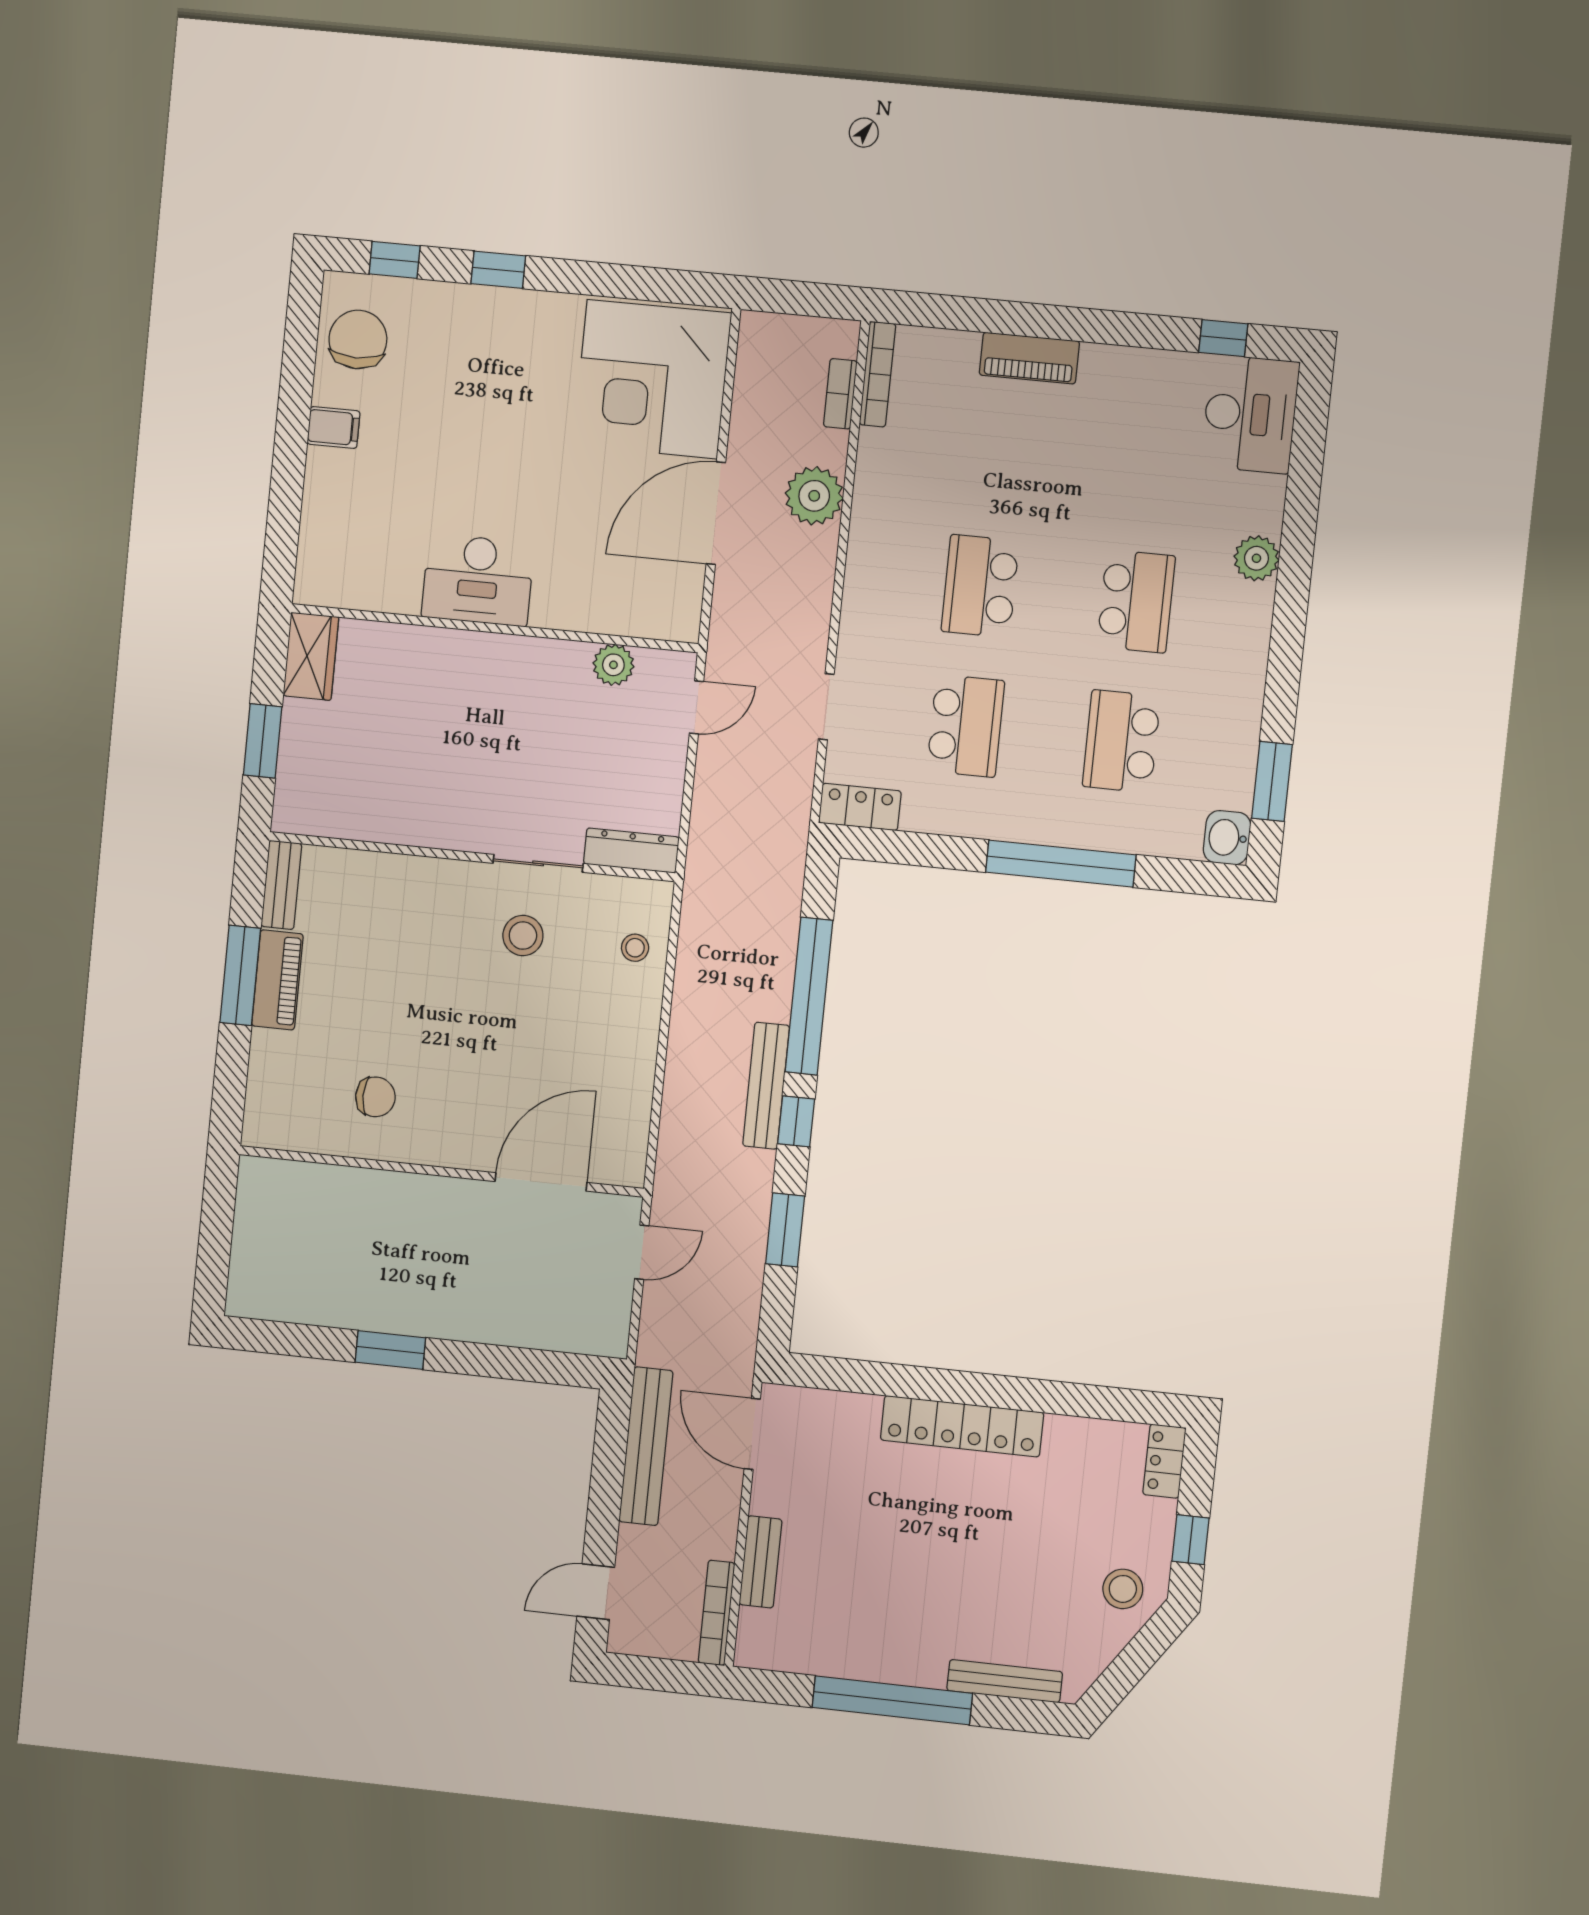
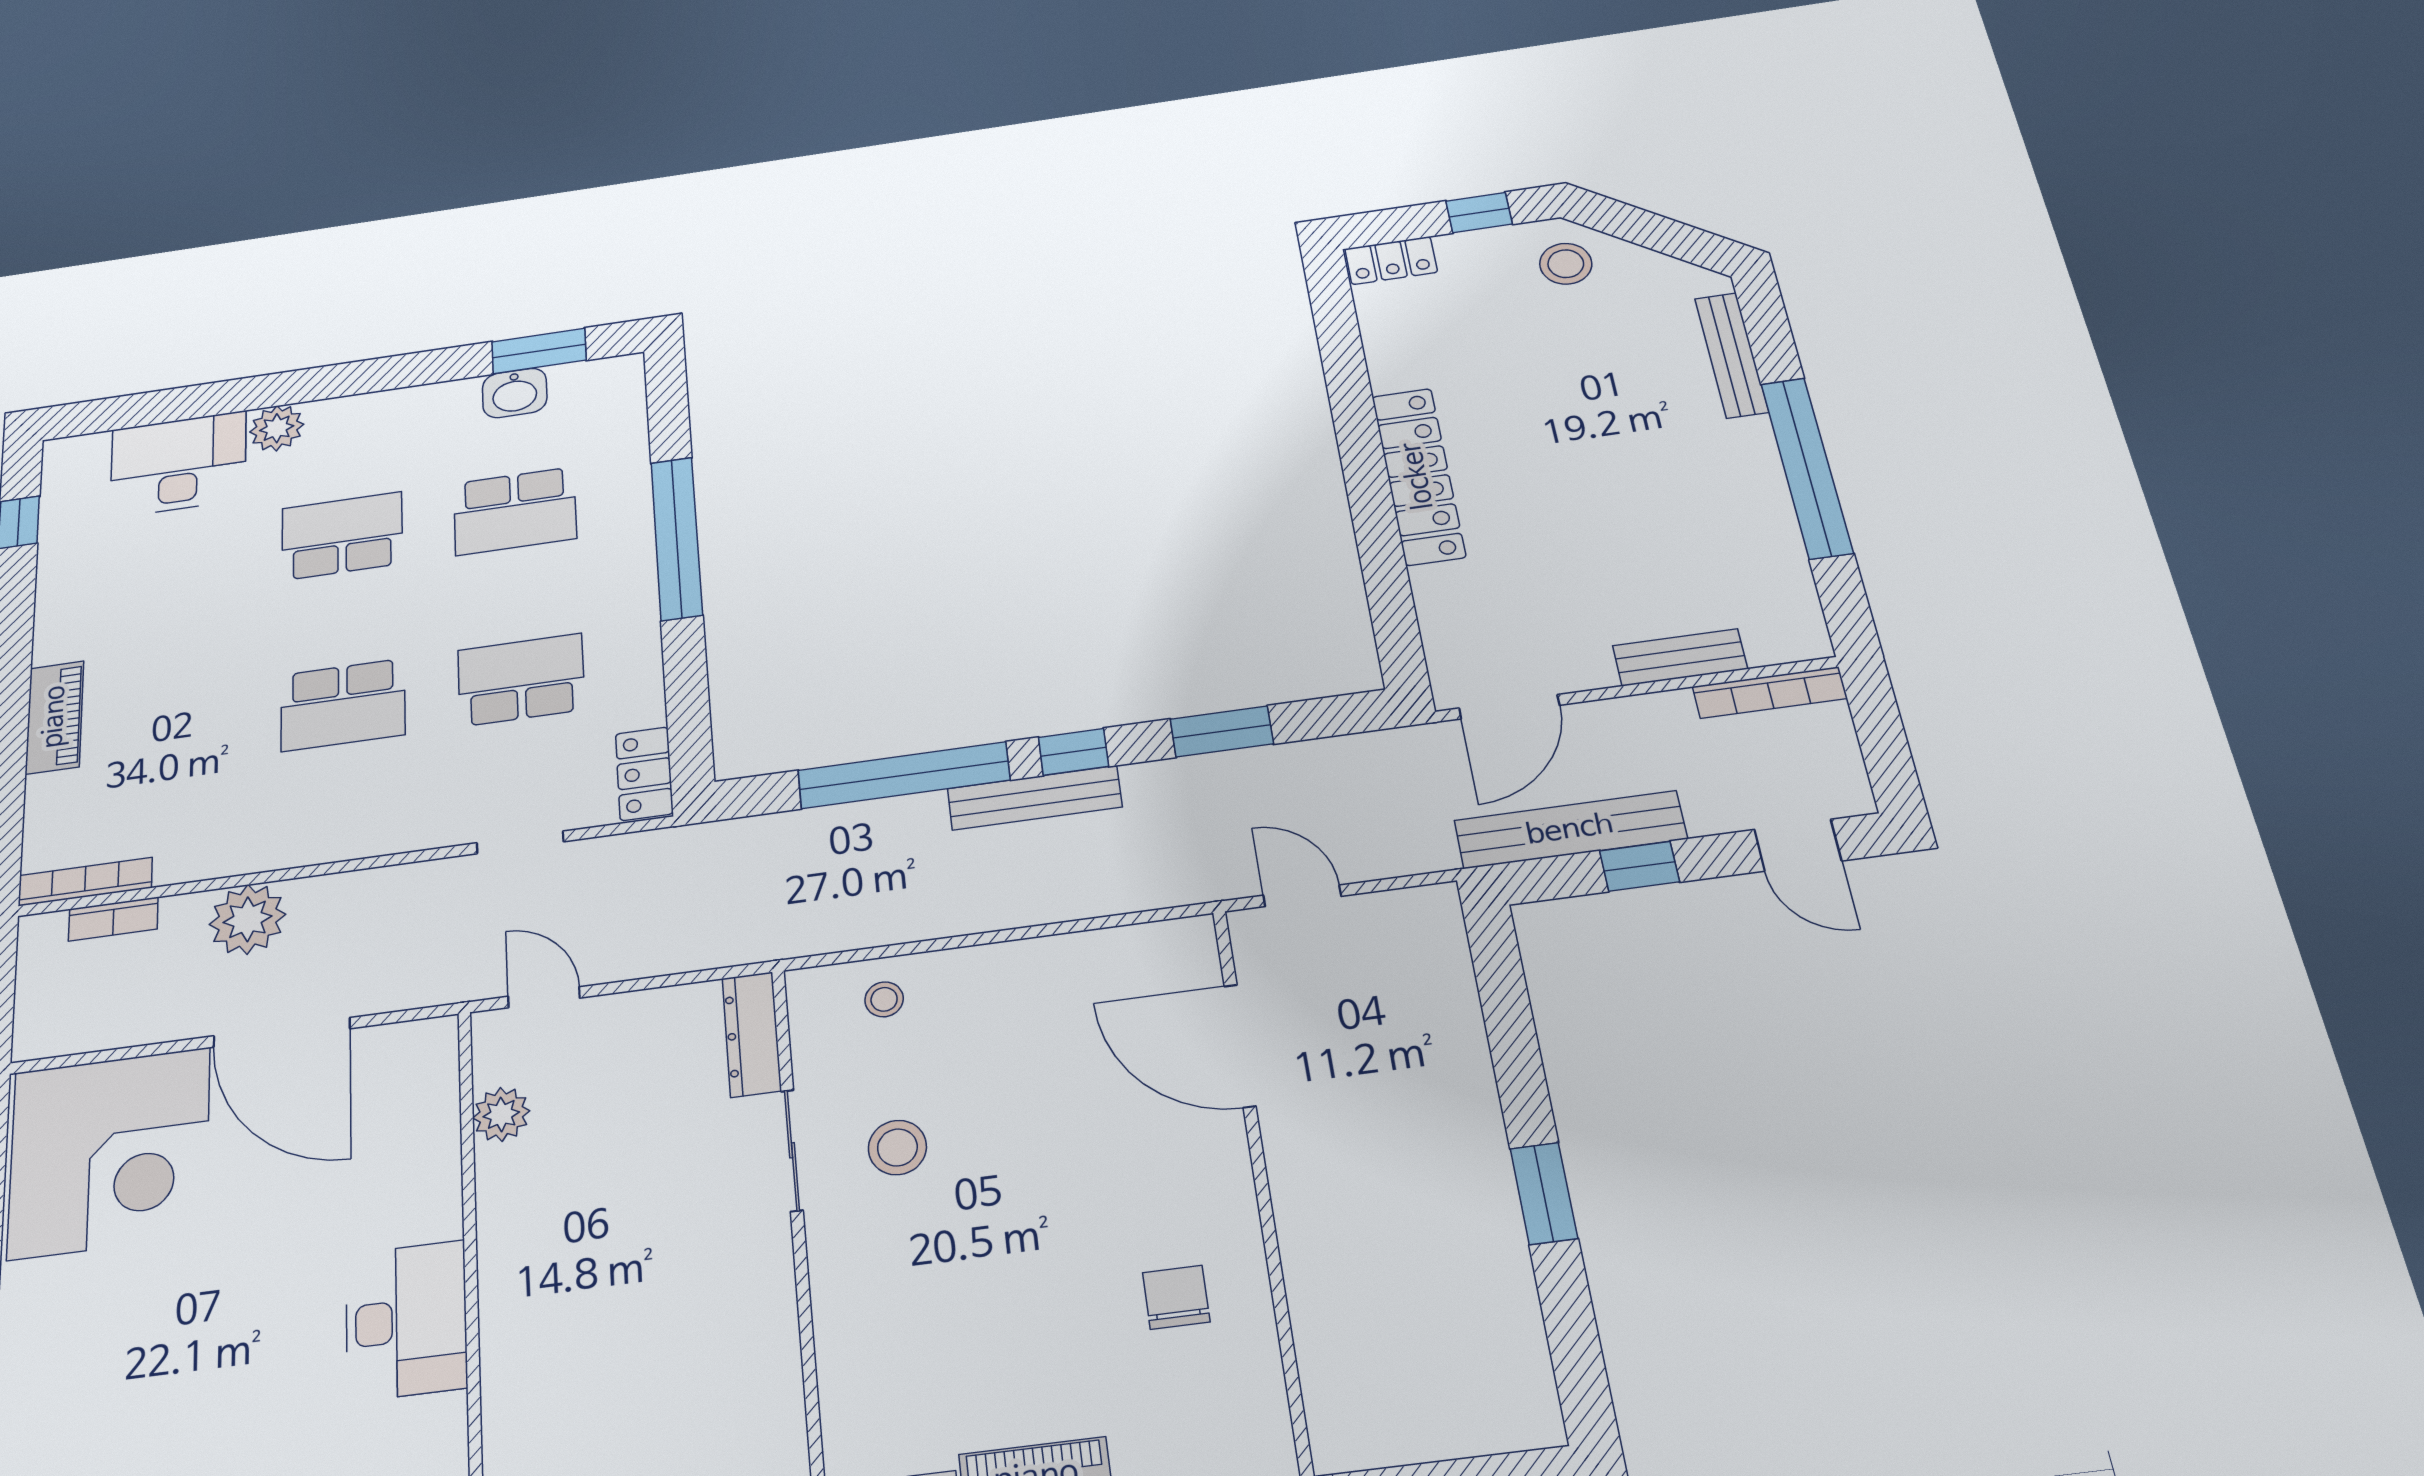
desk: (1250, 414) -> (178, 464), moved
washbasin: (1227, 838) -> (515, 393), moved
window: (607, 1483) -> (1639, 866), added

